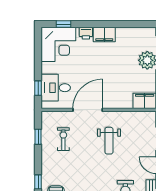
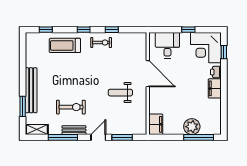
window: (38, 88) -> (188, 30), moved
window: (38, 137) -> (112, 30), moved
exercise bike: (63, 139) -> (101, 42), moved

